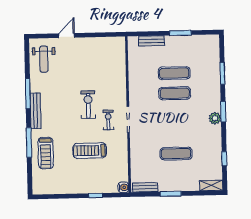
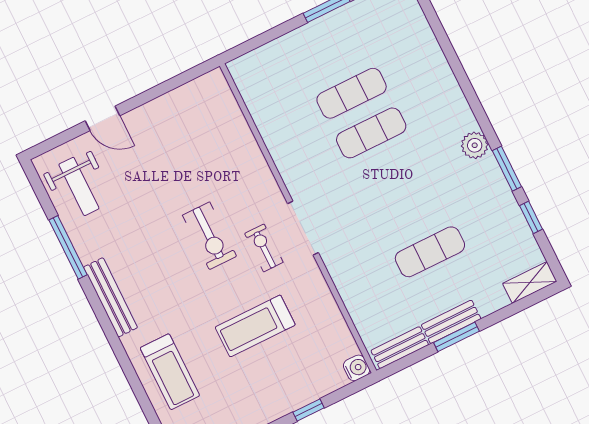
door: (67, 36) -> (102, 118), swing flipped
bench: (151, 41) -> (451, 322), moved
window: (222, 73) -> (448, 49), removed
window: (28, 94) -> (68, 247), moved
exercise bike: (88, 105) -> (209, 236), turned 180
window: (223, 112) -> (507, 169), moved
window: (29, 143) -> (127, 366), removed

